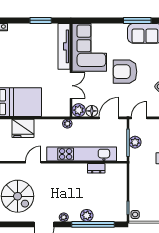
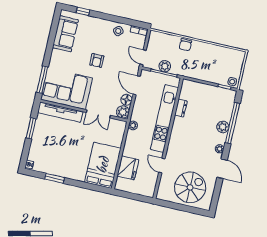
window: (137, 20) -> (42, 80), moved
armchair: (125, 72) -> (97, 60), width x0.53, depth x0.53
double door: (71, 86) -> (98, 114), swing flipped

